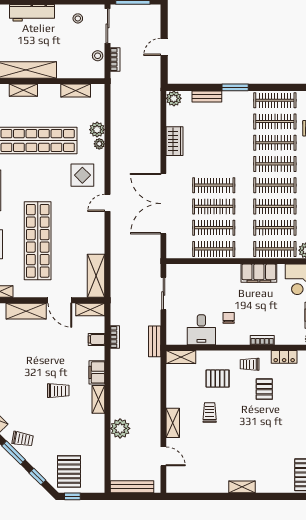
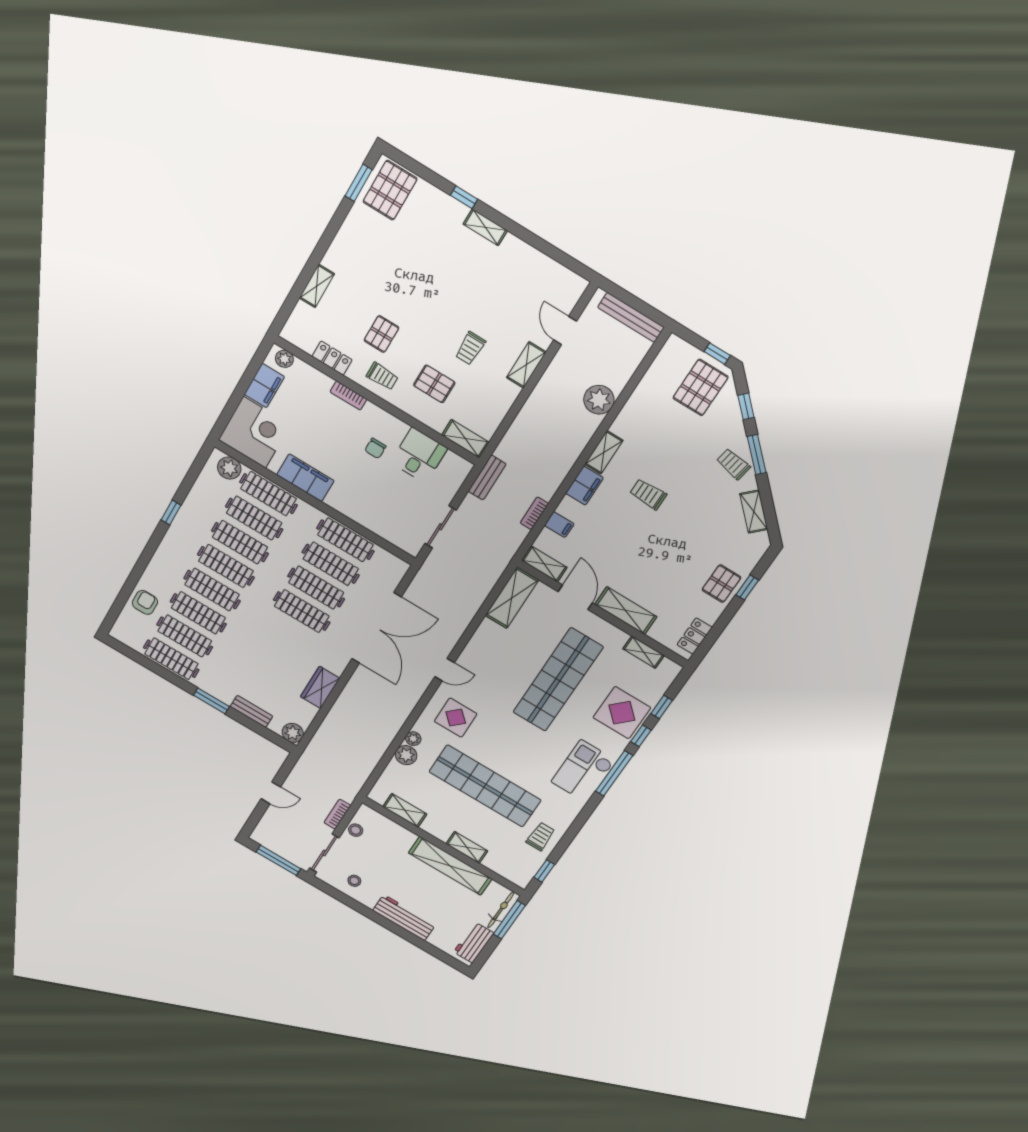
window: (263, 496) -> (464, 197), added

